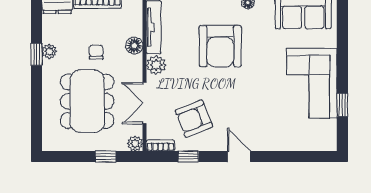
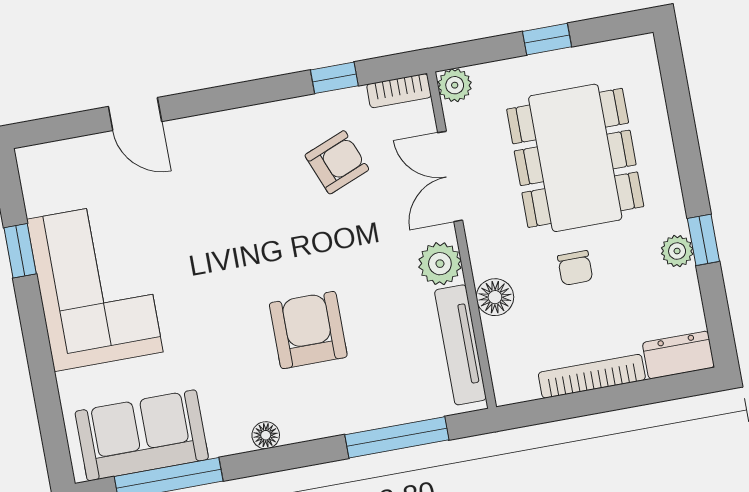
armchair: (220, 46) -> (308, 330), width x0.73, depth x0.73
double door: (145, 103) -> (450, 176), swing flipped
armchair: (194, 119) -> (337, 162), width x0.72, depth x0.72
window: (106, 157) -> (547, 39), moved
door: (239, 157) -> (135, 114), moved

